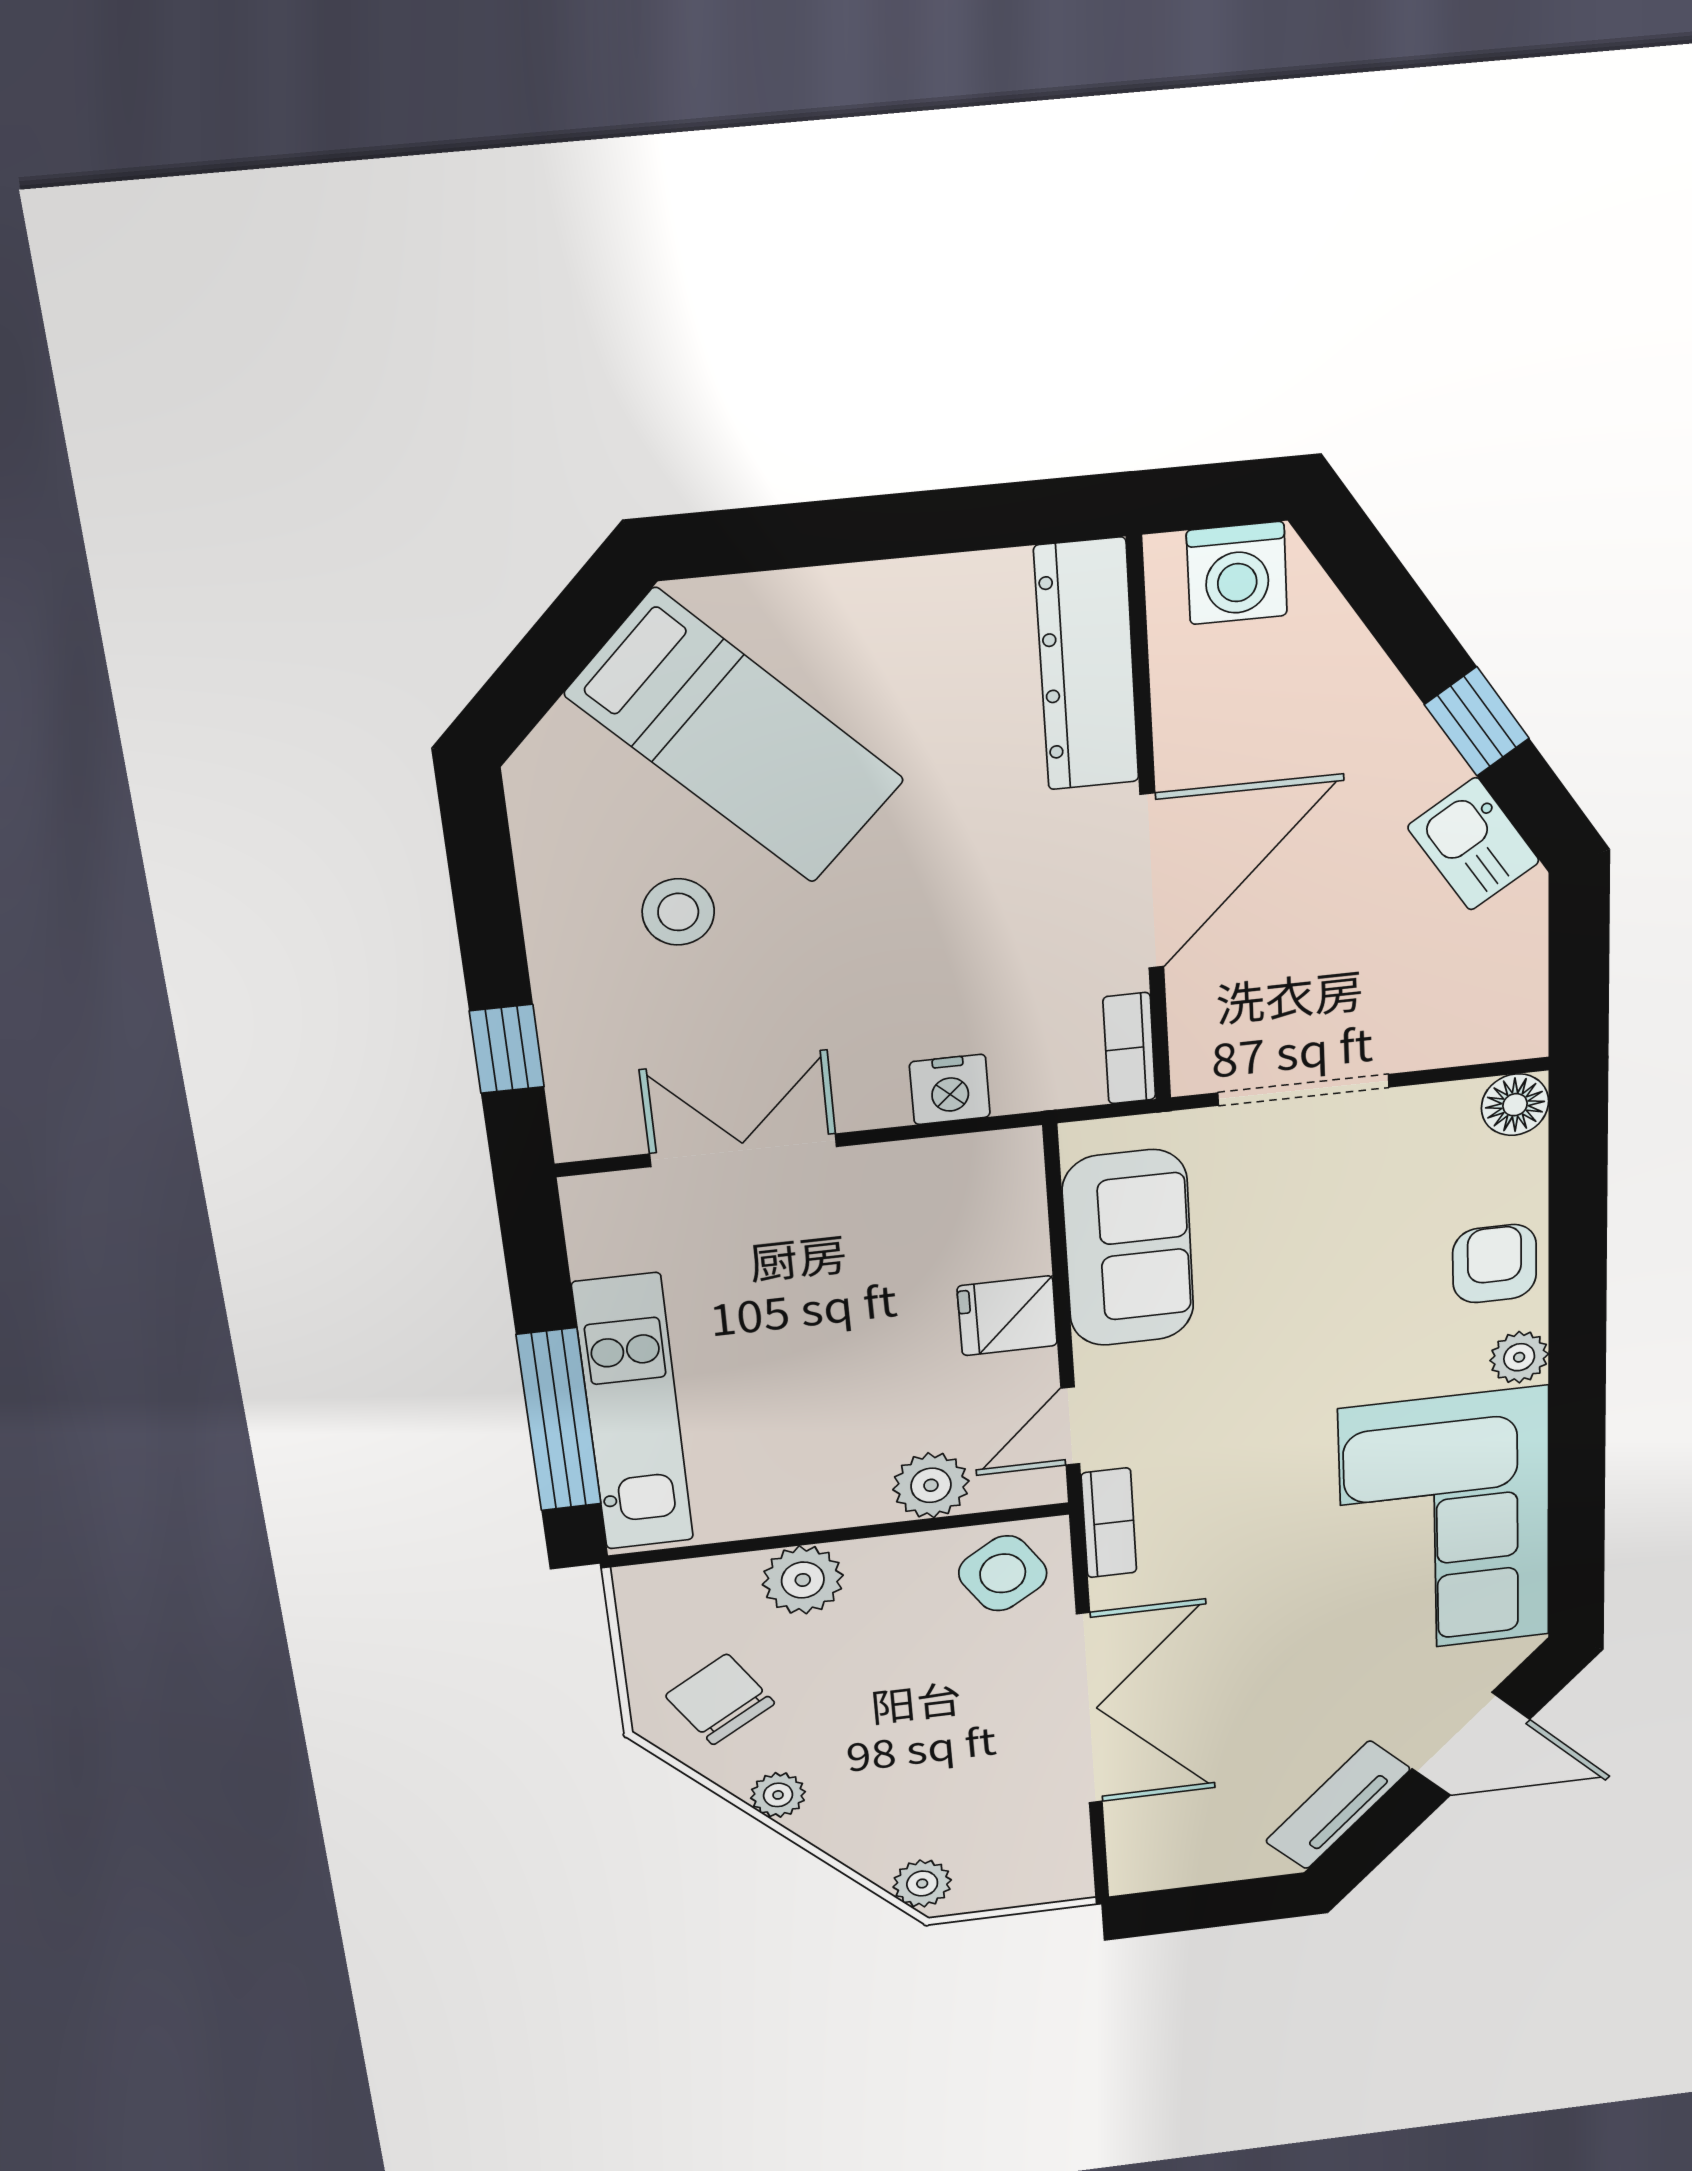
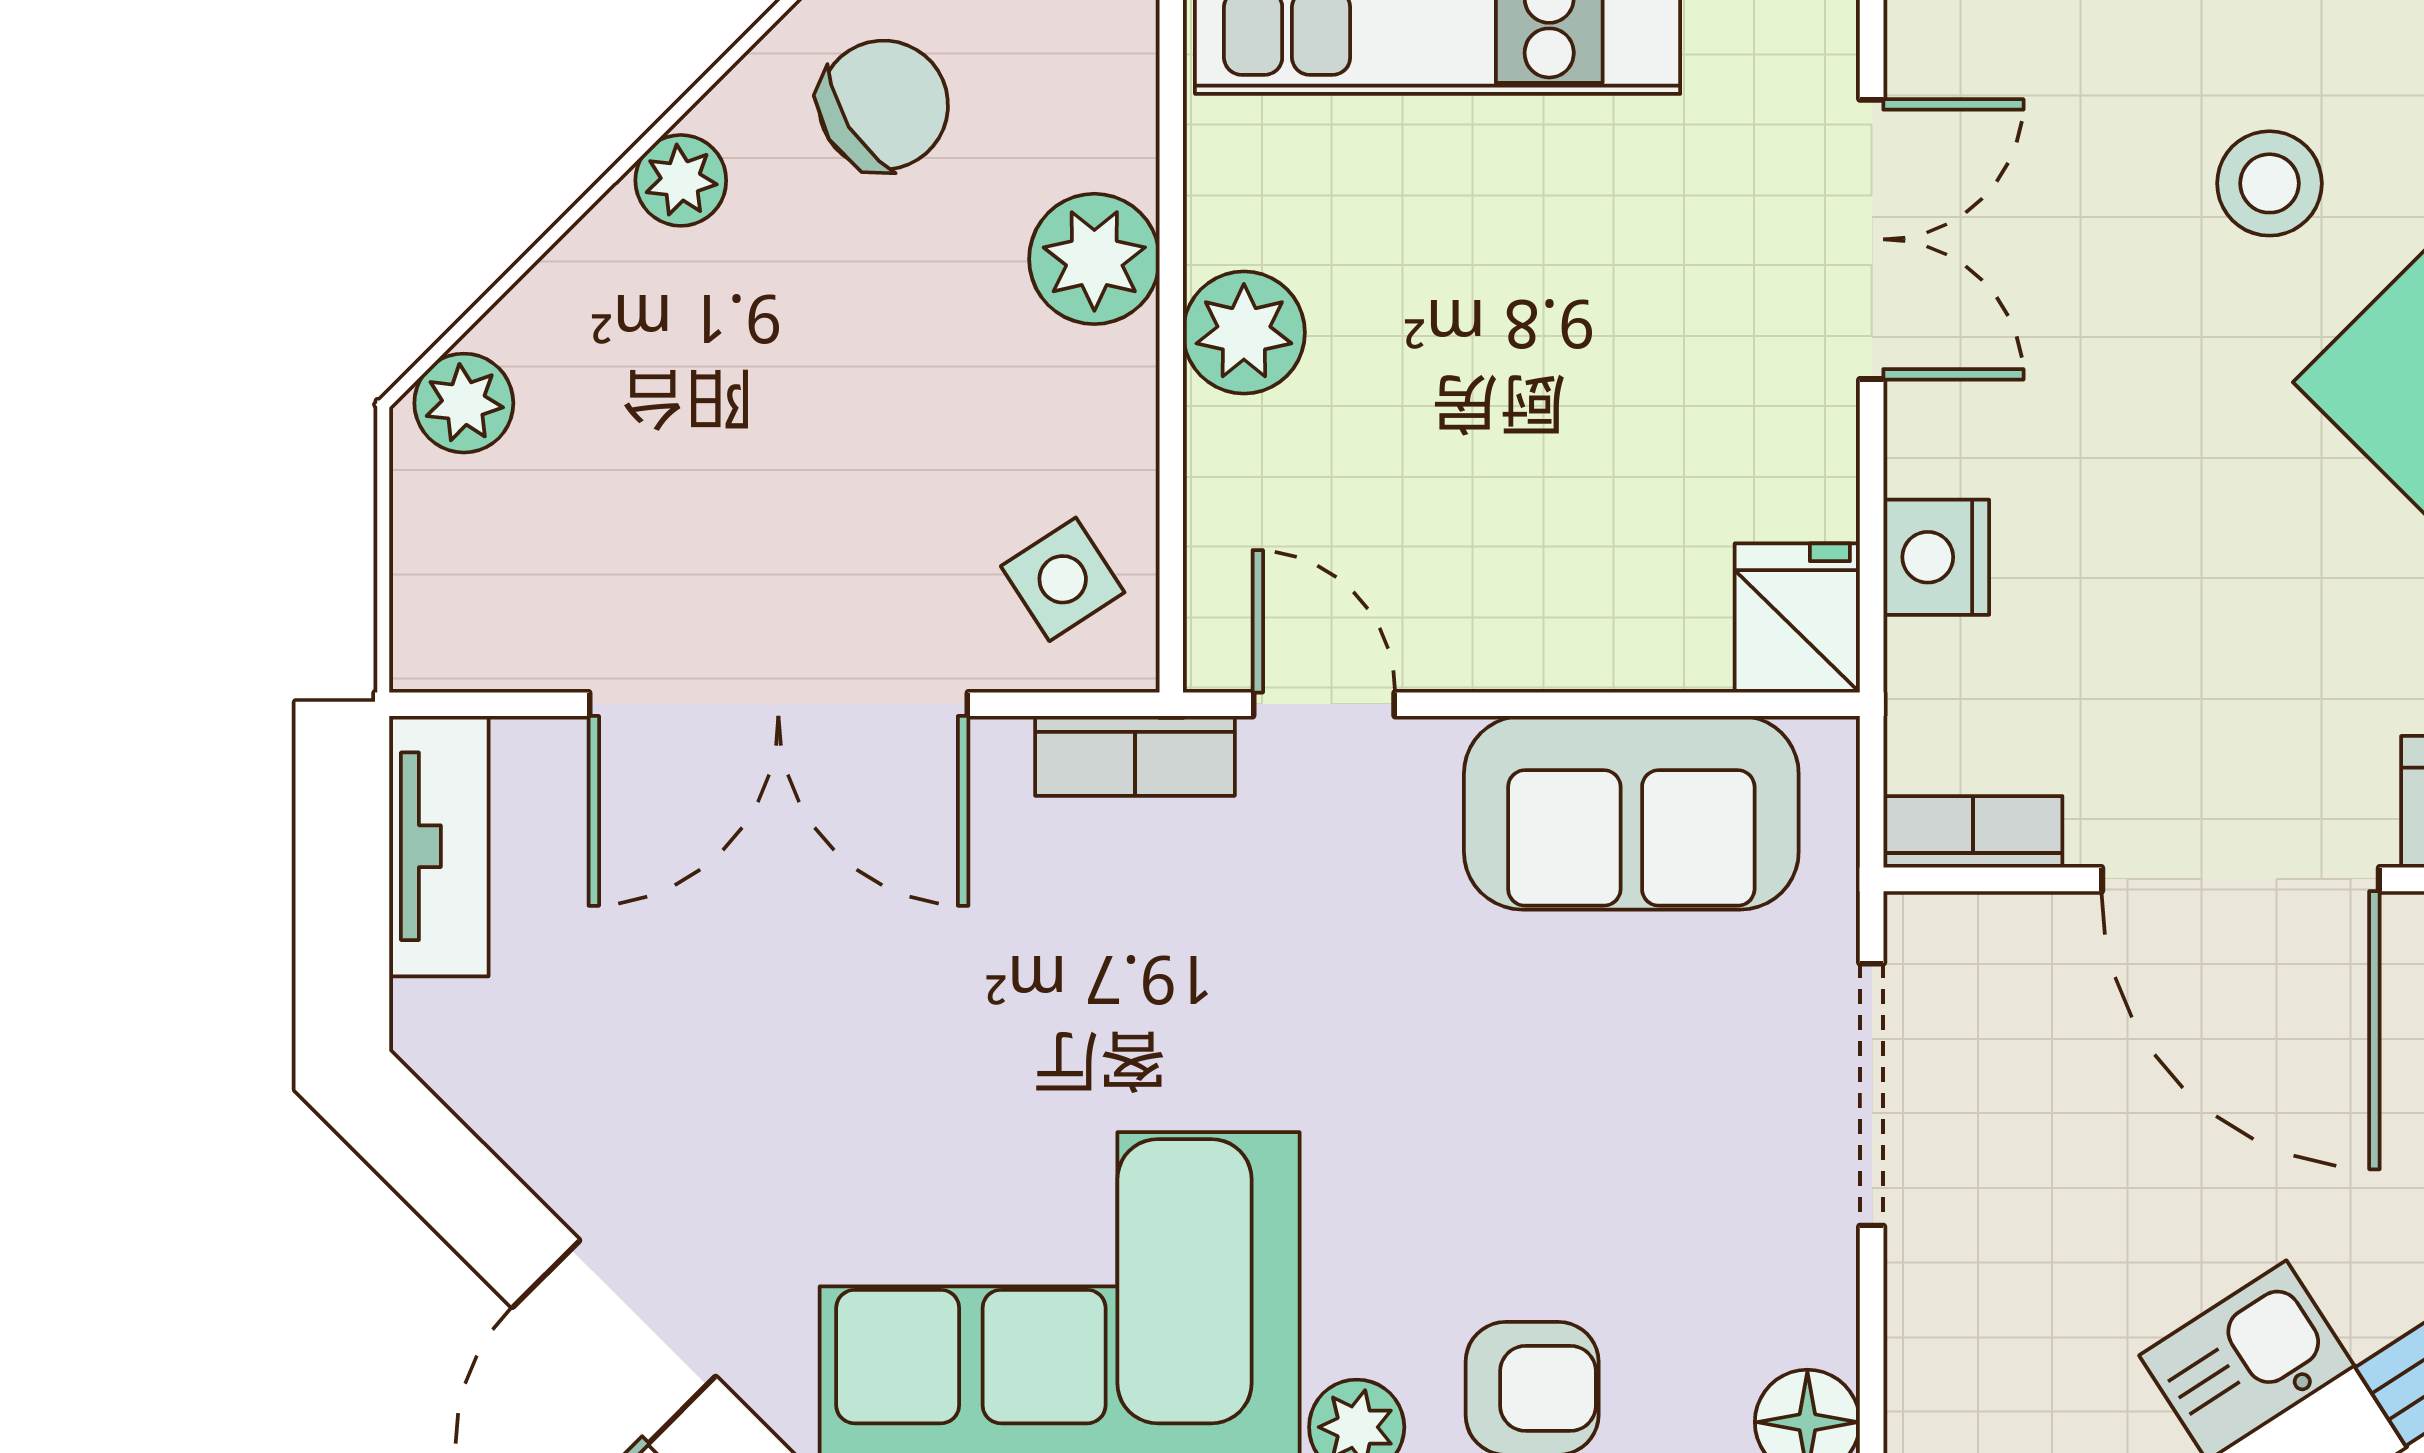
fridge: (1007, 1316) -> (1797, 618), moved
plant: (931, 1485) -> (1244, 333), moved
side table: (1003, 1573) -> (1063, 579), width x0.73, depth x0.73
tv unit: (1338, 1805) -> (439, 846), moved, turned 45

